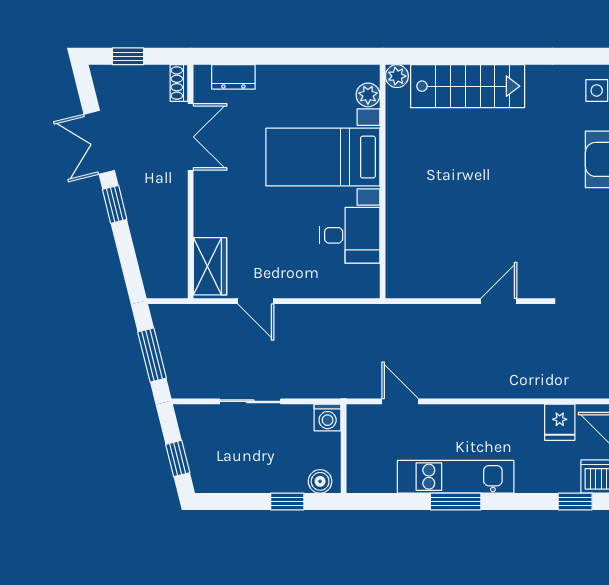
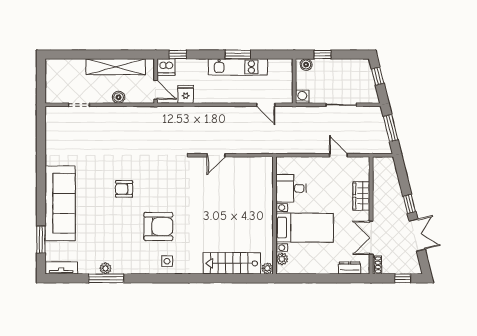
wardrobe: (210, 266) -> (361, 196), moved

